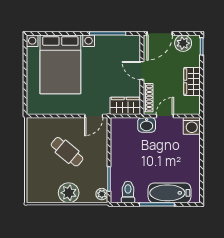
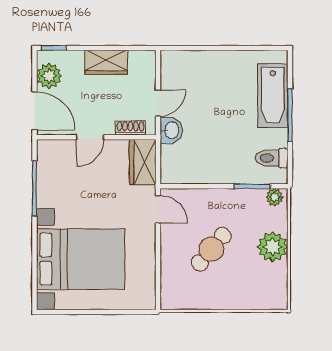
shoe rack: (148, 98) -> (130, 128), width x0.70
door: (165, 116) -> (158, 103), swing flipped
washing machine: (192, 126) -> (173, 63), removed

